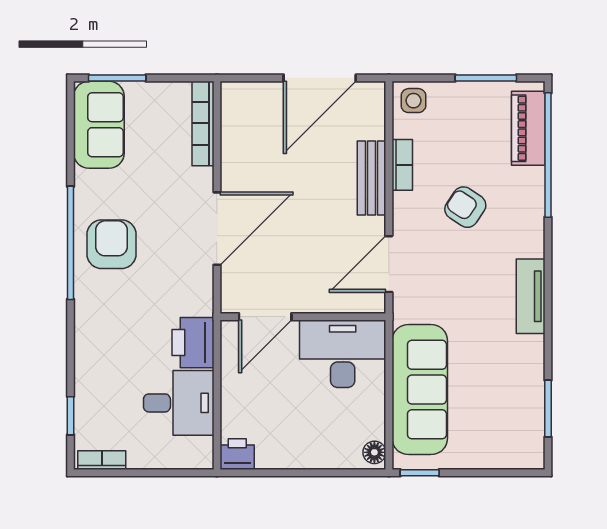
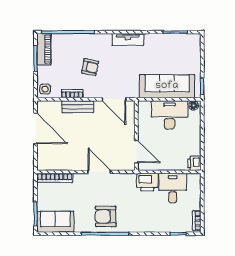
piano: (528, 128) -> (44, 49), moved, turned -90
armchair: (465, 207) -> (90, 67), turned -113
door: (217, 229) -> (99, 172), width x0.73
desk: (343, 354) -> (170, 115), moved, turned 90

